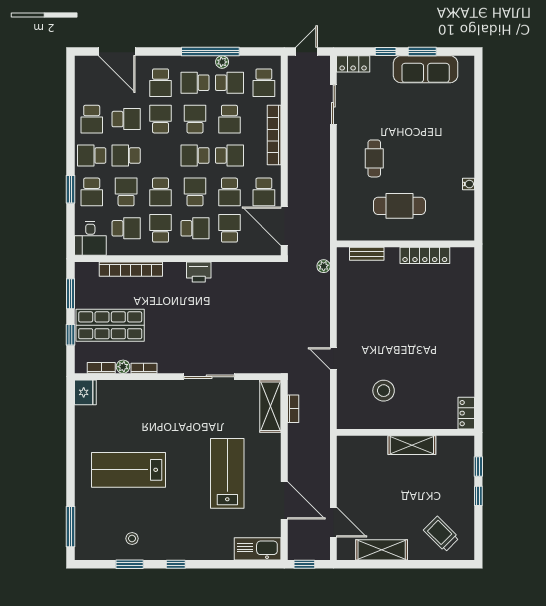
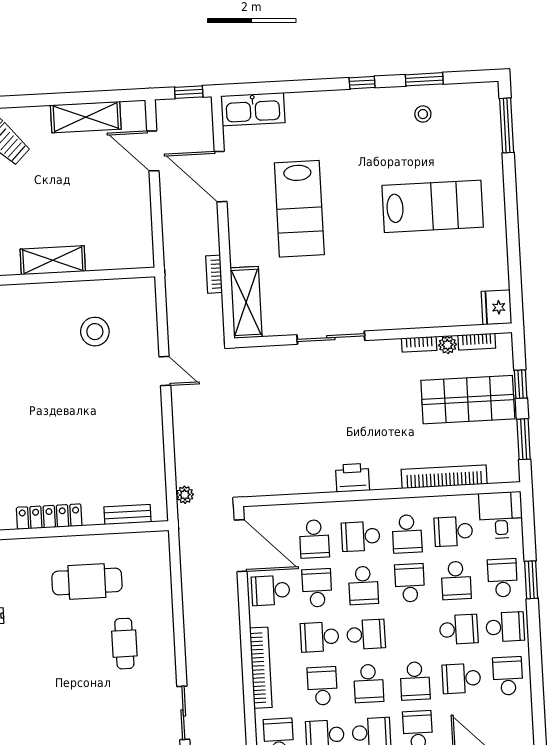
school desk: (264, 192) -> (271, 590), turned -90
bookcase: (293, 409) -> (214, 274), moved

